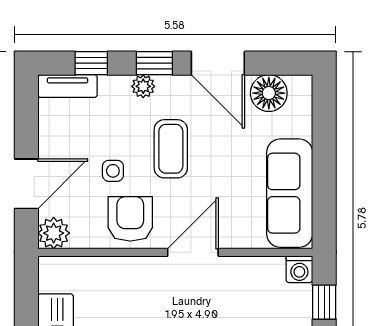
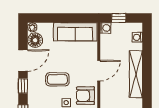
plant: (143, 86) -> (32, 27), moved
door: (193, 252) -> (99, 71), swing flipped

